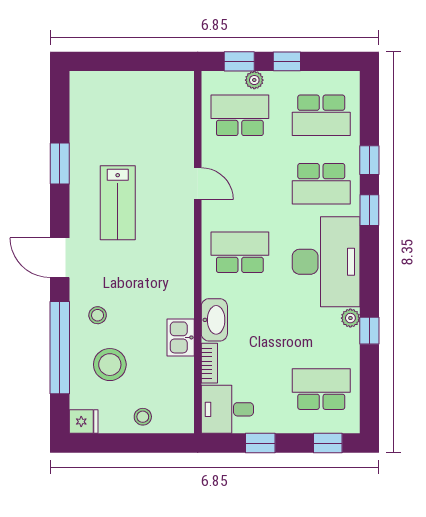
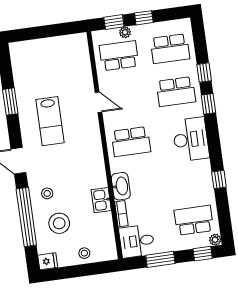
school desk: (240, 252) -> (131, 142), turned 180
desk: (326, 262) -> (191, 139), width x0.73, depth x0.77
plant: (350, 318) -> (215, 240), moved
window: (260, 443) -> (160, 259), width x1.50

